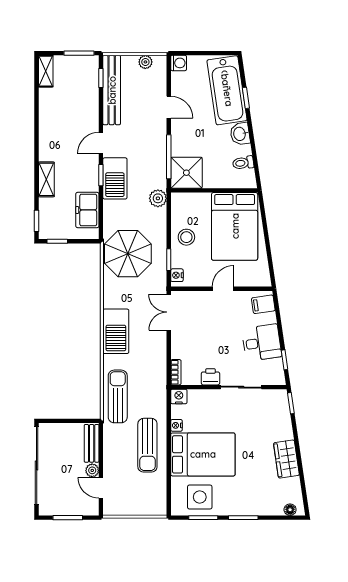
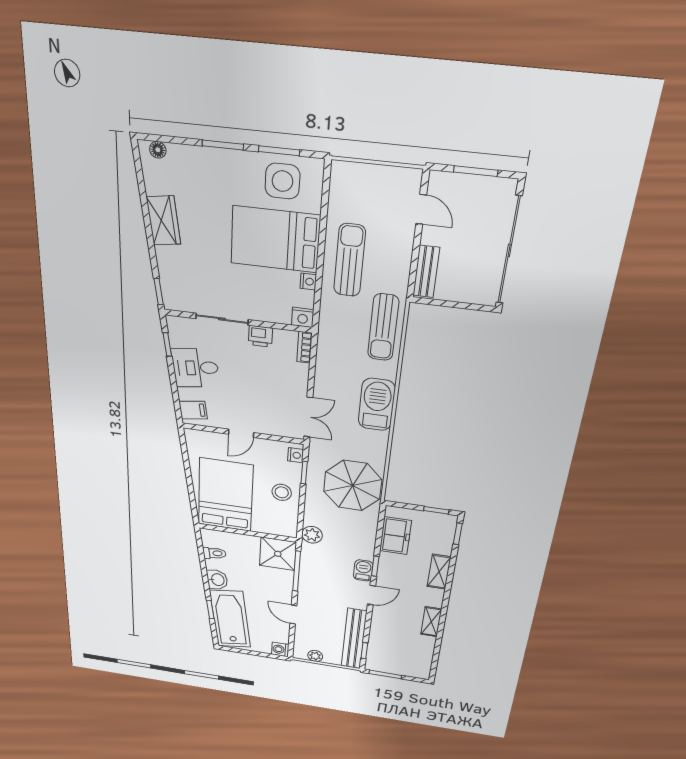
shelving: (46, 71) -> (431, 622), moved
barbecue: (115, 178) -> (363, 570), width x0.53, depth x0.65
plant: (92, 470) -> (430, 235), removed

